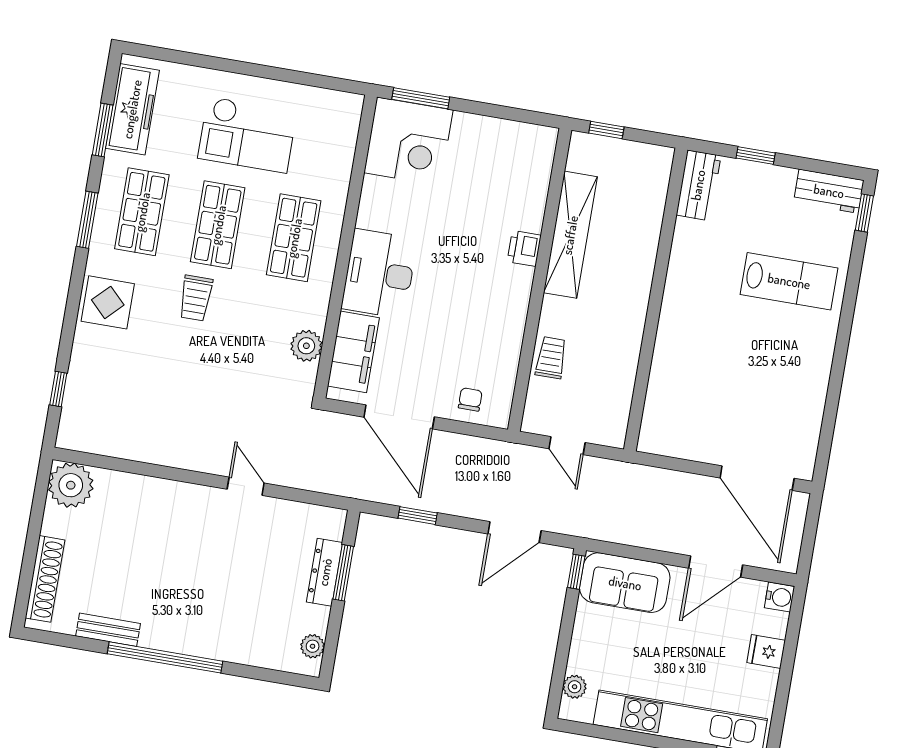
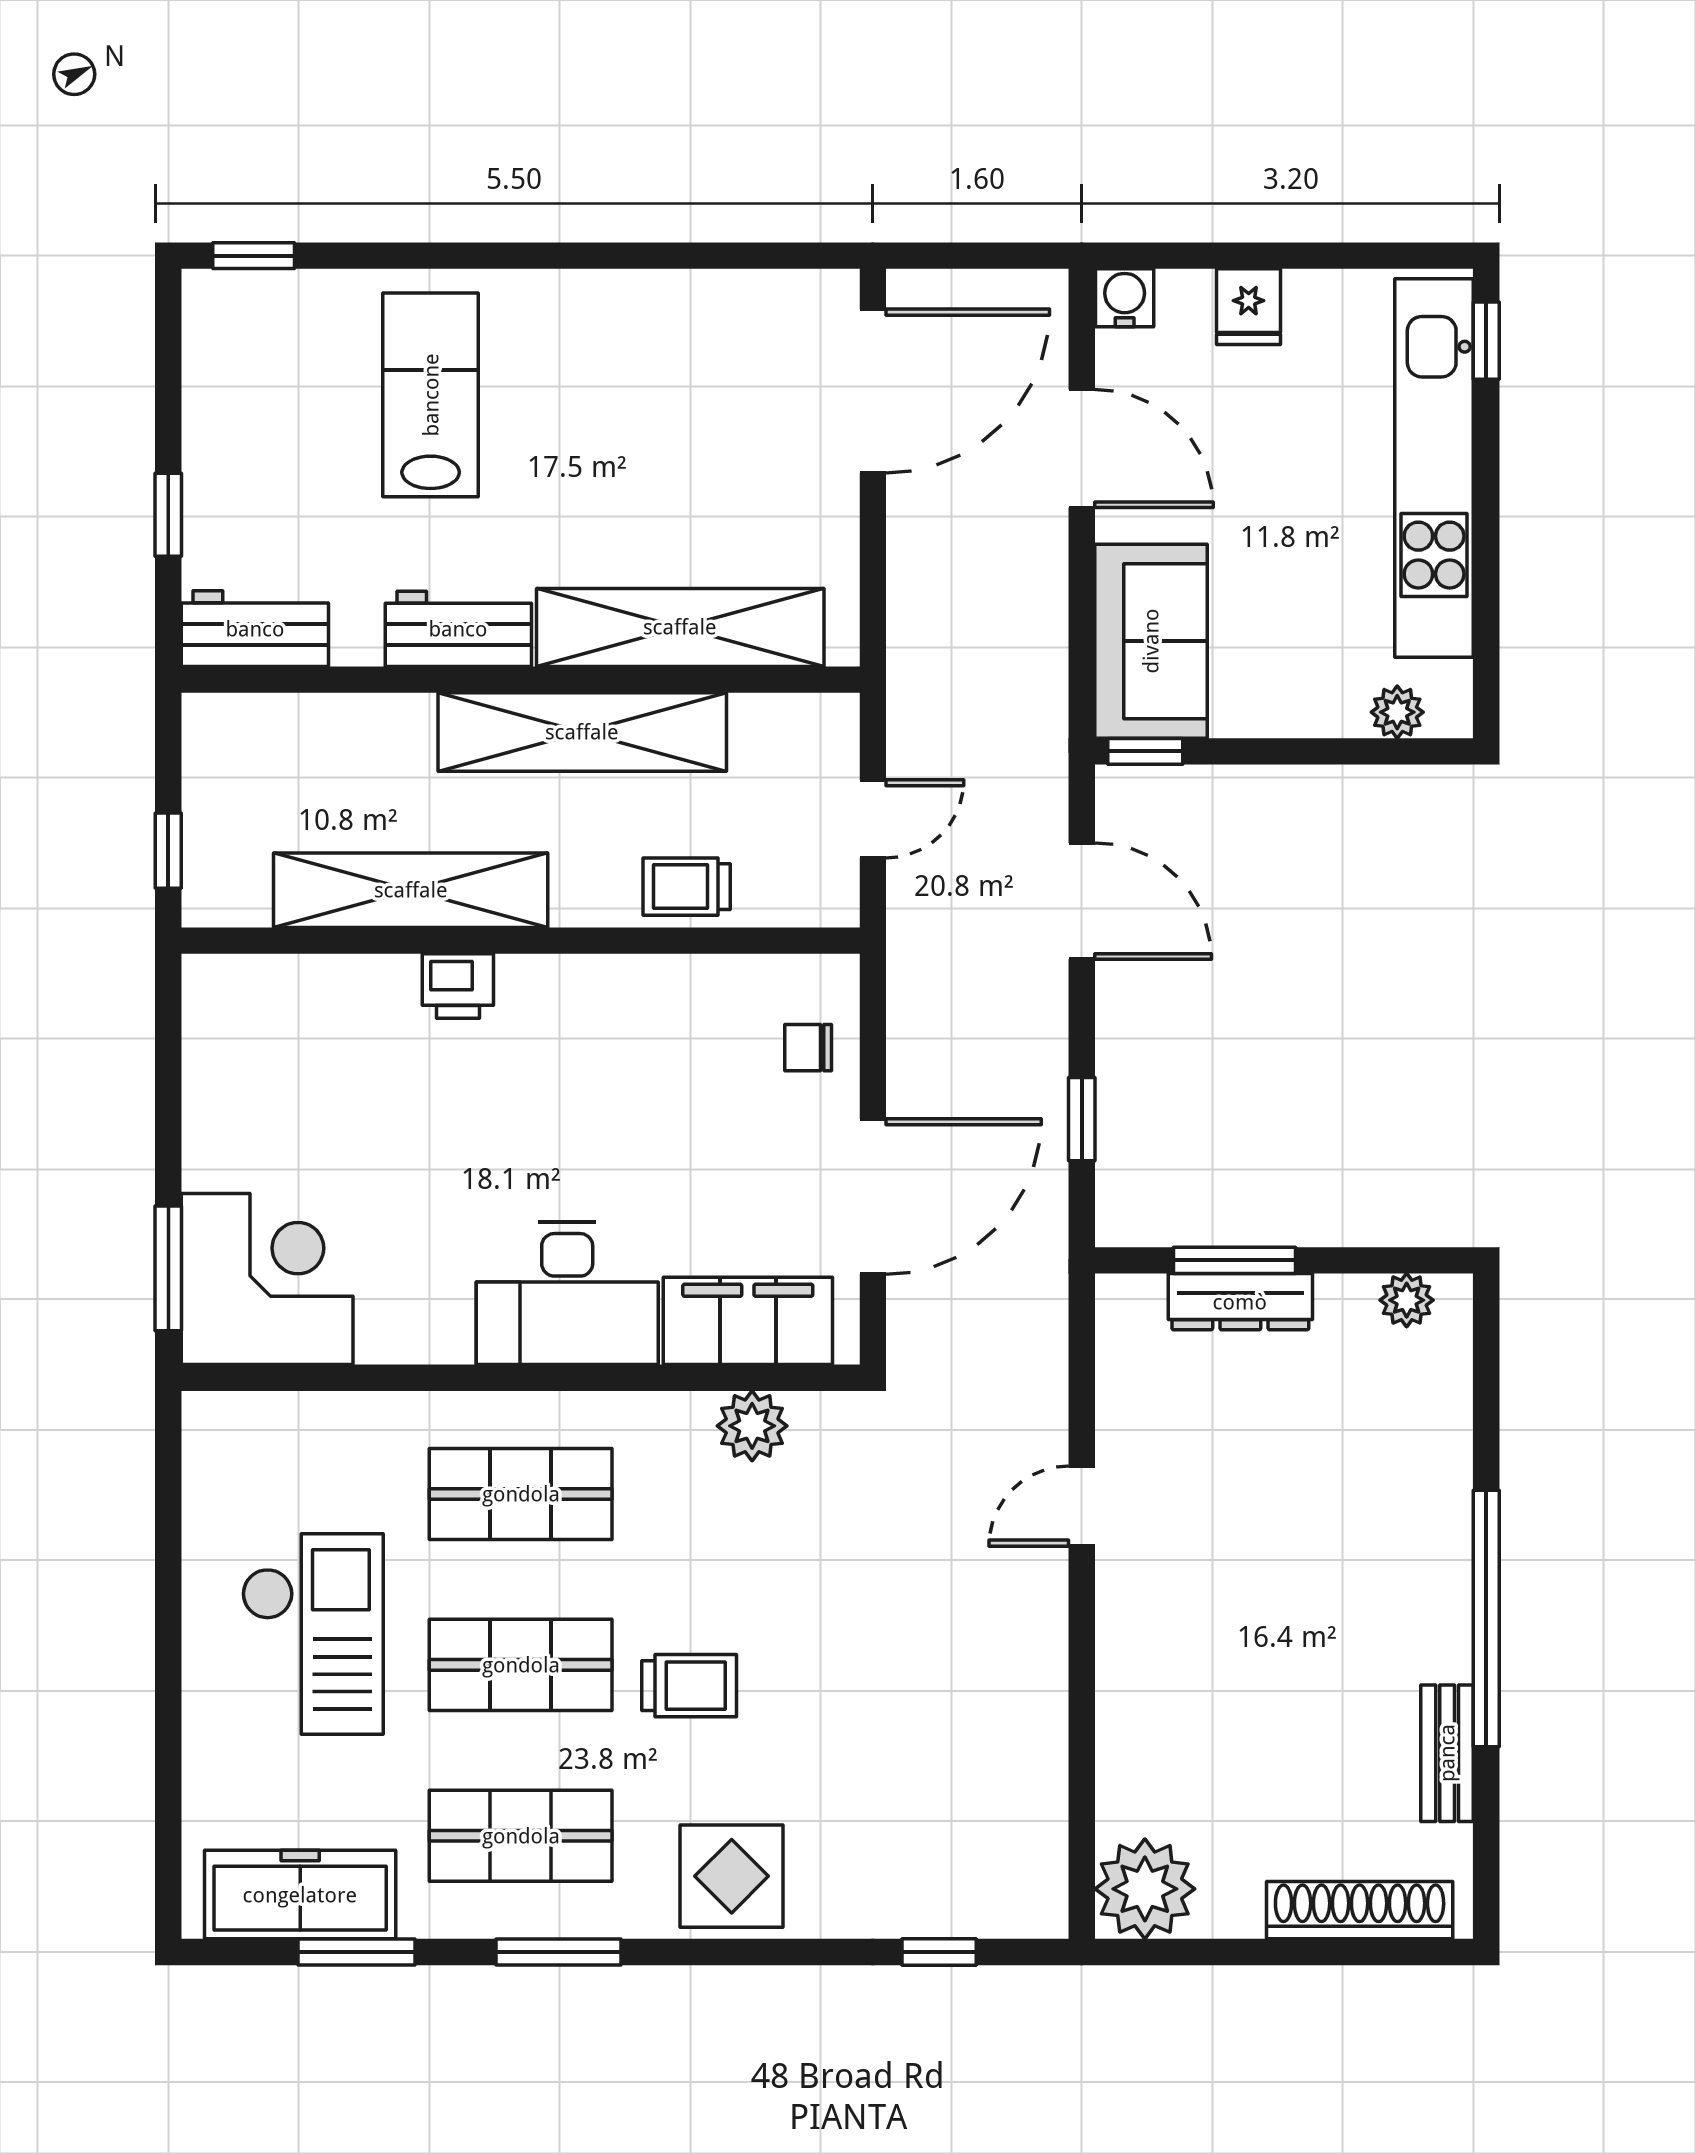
workbench: (829, 191) -> (458, 629), moved, turned -90
shelving: (628, 323) -> (582, 732), added
shelving: (667, 375) -> (680, 627), added

